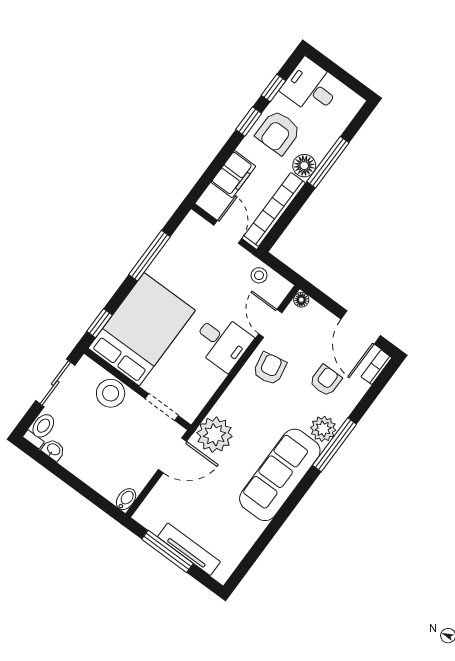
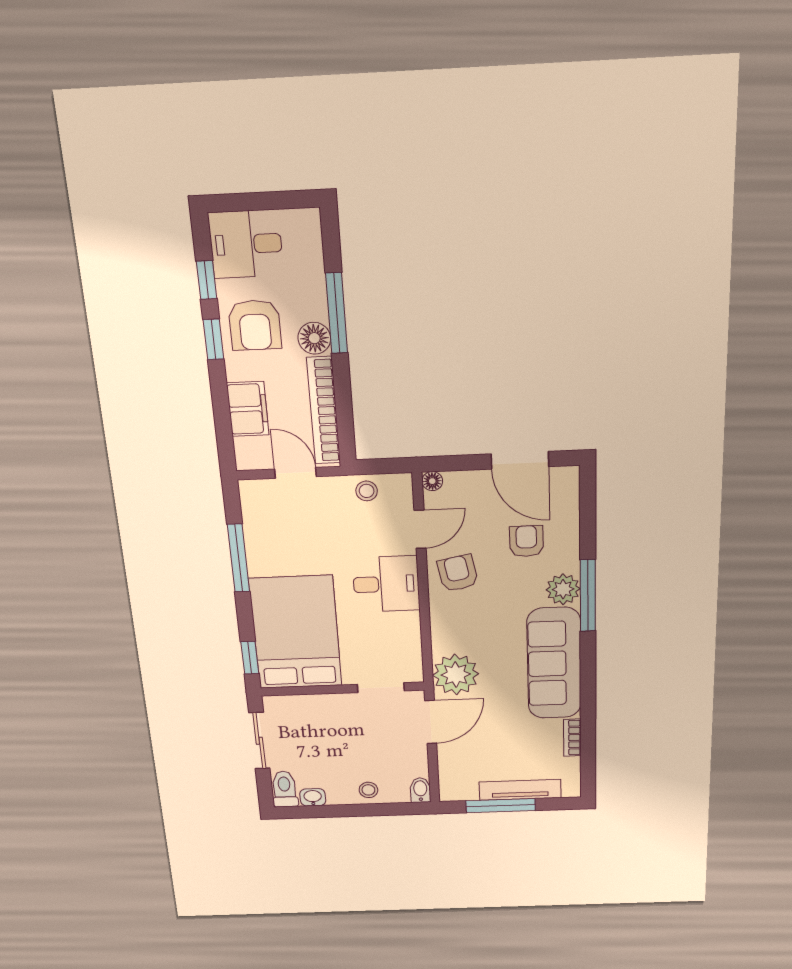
door: (270, 323) -> (420, 529), swing flipped
bookcase: (376, 367) -> (572, 738), moved
stool: (111, 393) -> (368, 790), moved, width x0.53, depth x0.53

